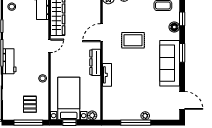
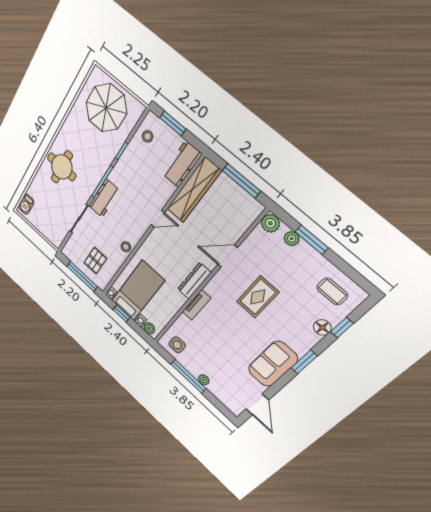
rug: (133, 40) -> (258, 297), turned 90
sofa: (170, 63) -> (273, 364), width x0.73
side table: (115, 109) -> (177, 345), added

